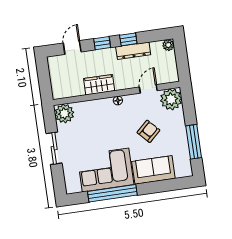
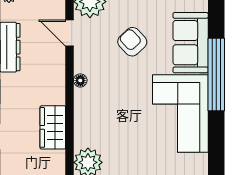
wardrobe: (99, 85) -> (53, 127), moved
window: (112, 193) -> (216, 75), moved

